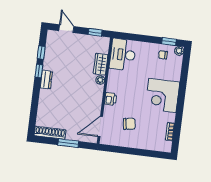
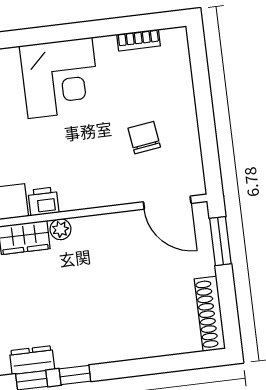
dresser: (46, 80) -> (32, 360), moved
printer: (111, 99) -> (43, 201), moved
window: (68, 143) -> (220, 241), moved

